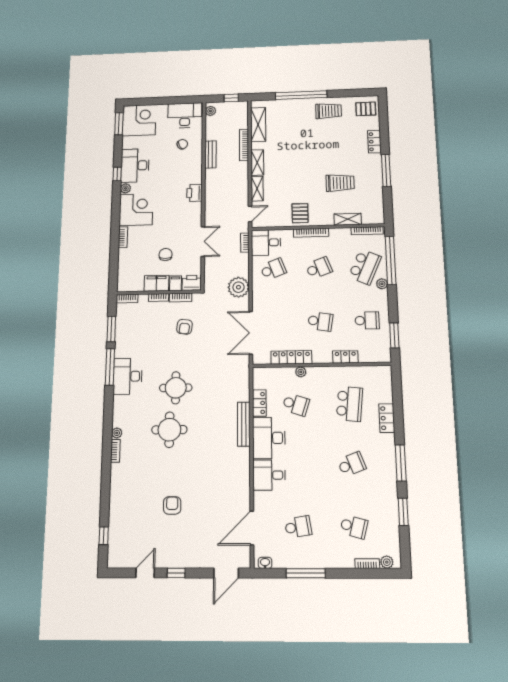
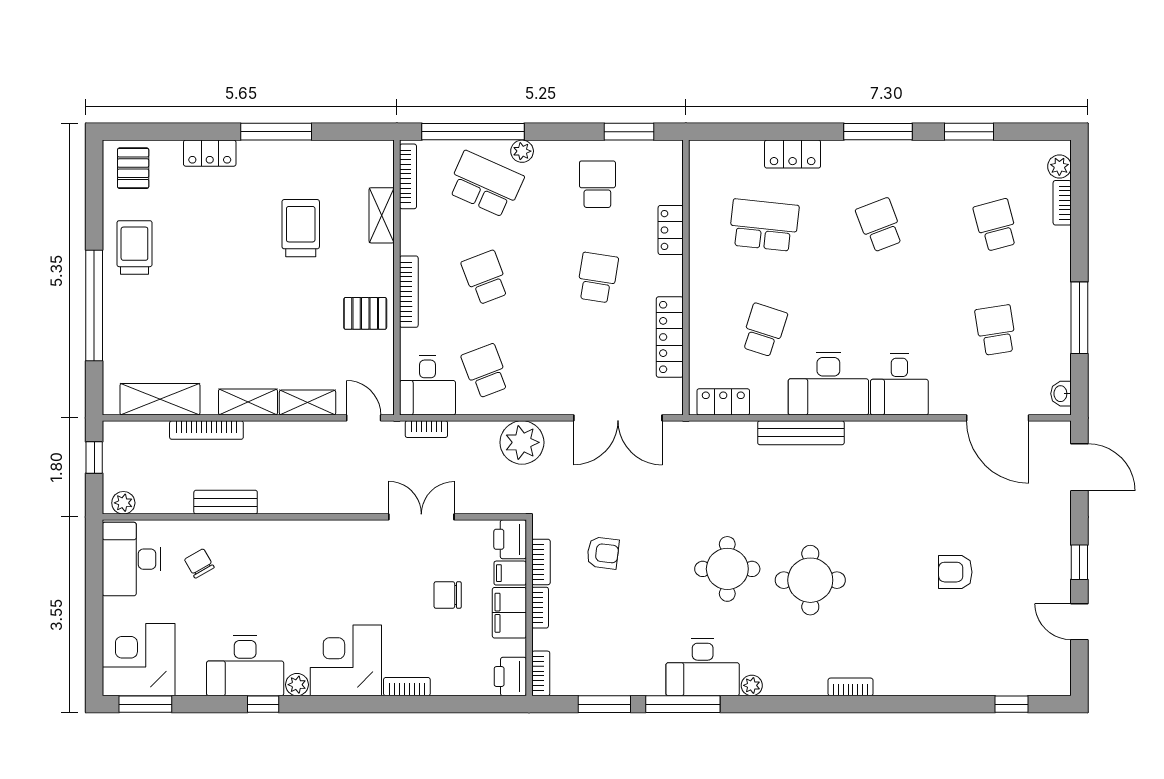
printer: (194, 193) -> (510, 677), moved, turned 90
plant: (301, 372) -> (699, 319), removed
locker: (259, 403) -> (723, 402), moved
plant: (117, 433) -> (752, 685), moved
school desk: (354, 527) -> (996, 225), turned -30

